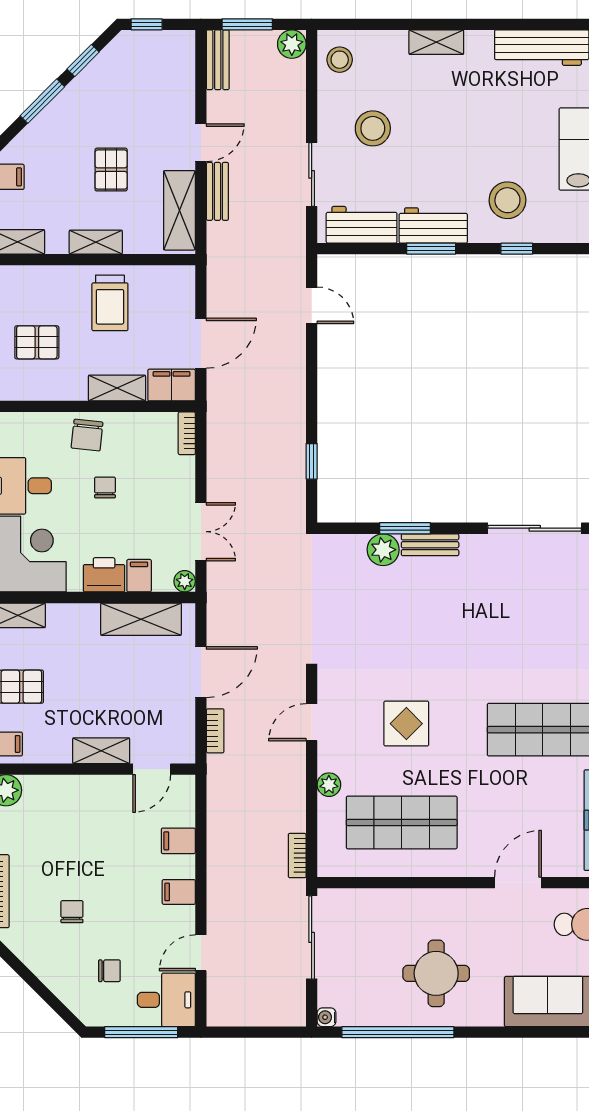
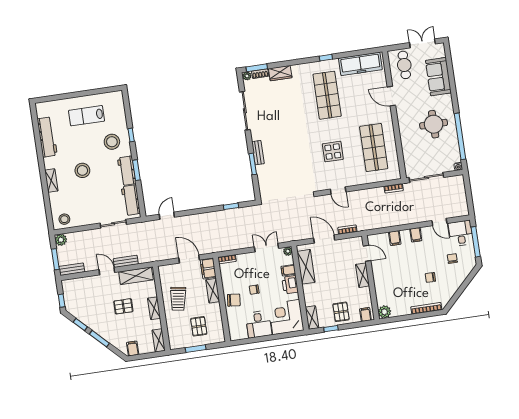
stool: (373, 128) -> (82, 170), moved
trolley: (110, 303) -> (178, 299), turned 99
plant: (383, 550) -> (263, 172), removed
plant: (329, 785) -> (363, 180), removed

